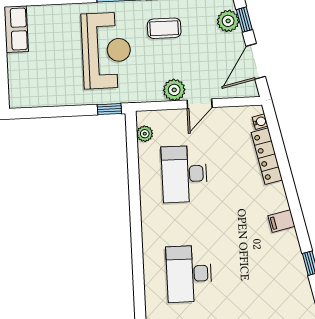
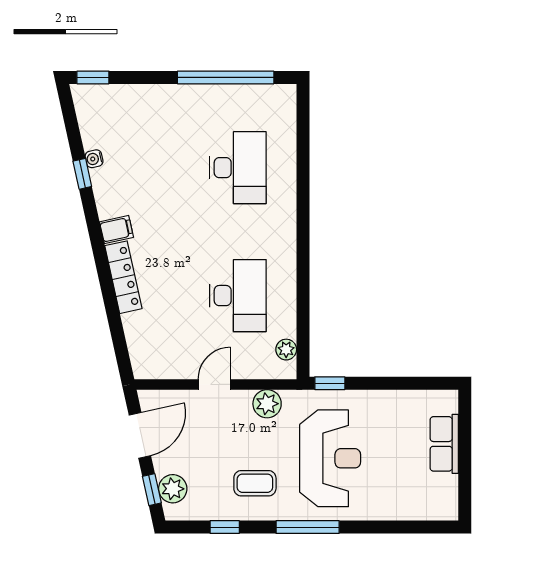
row of seats: (16, 29) -> (444, 444), moved
reception desk: (106, 50) -> (330, 458), turned 180
plant: (174, 90) -> (267, 404), moved
water cooler: (260, 122) -> (94, 159), moved
locker: (267, 156) -> (123, 277), moved

